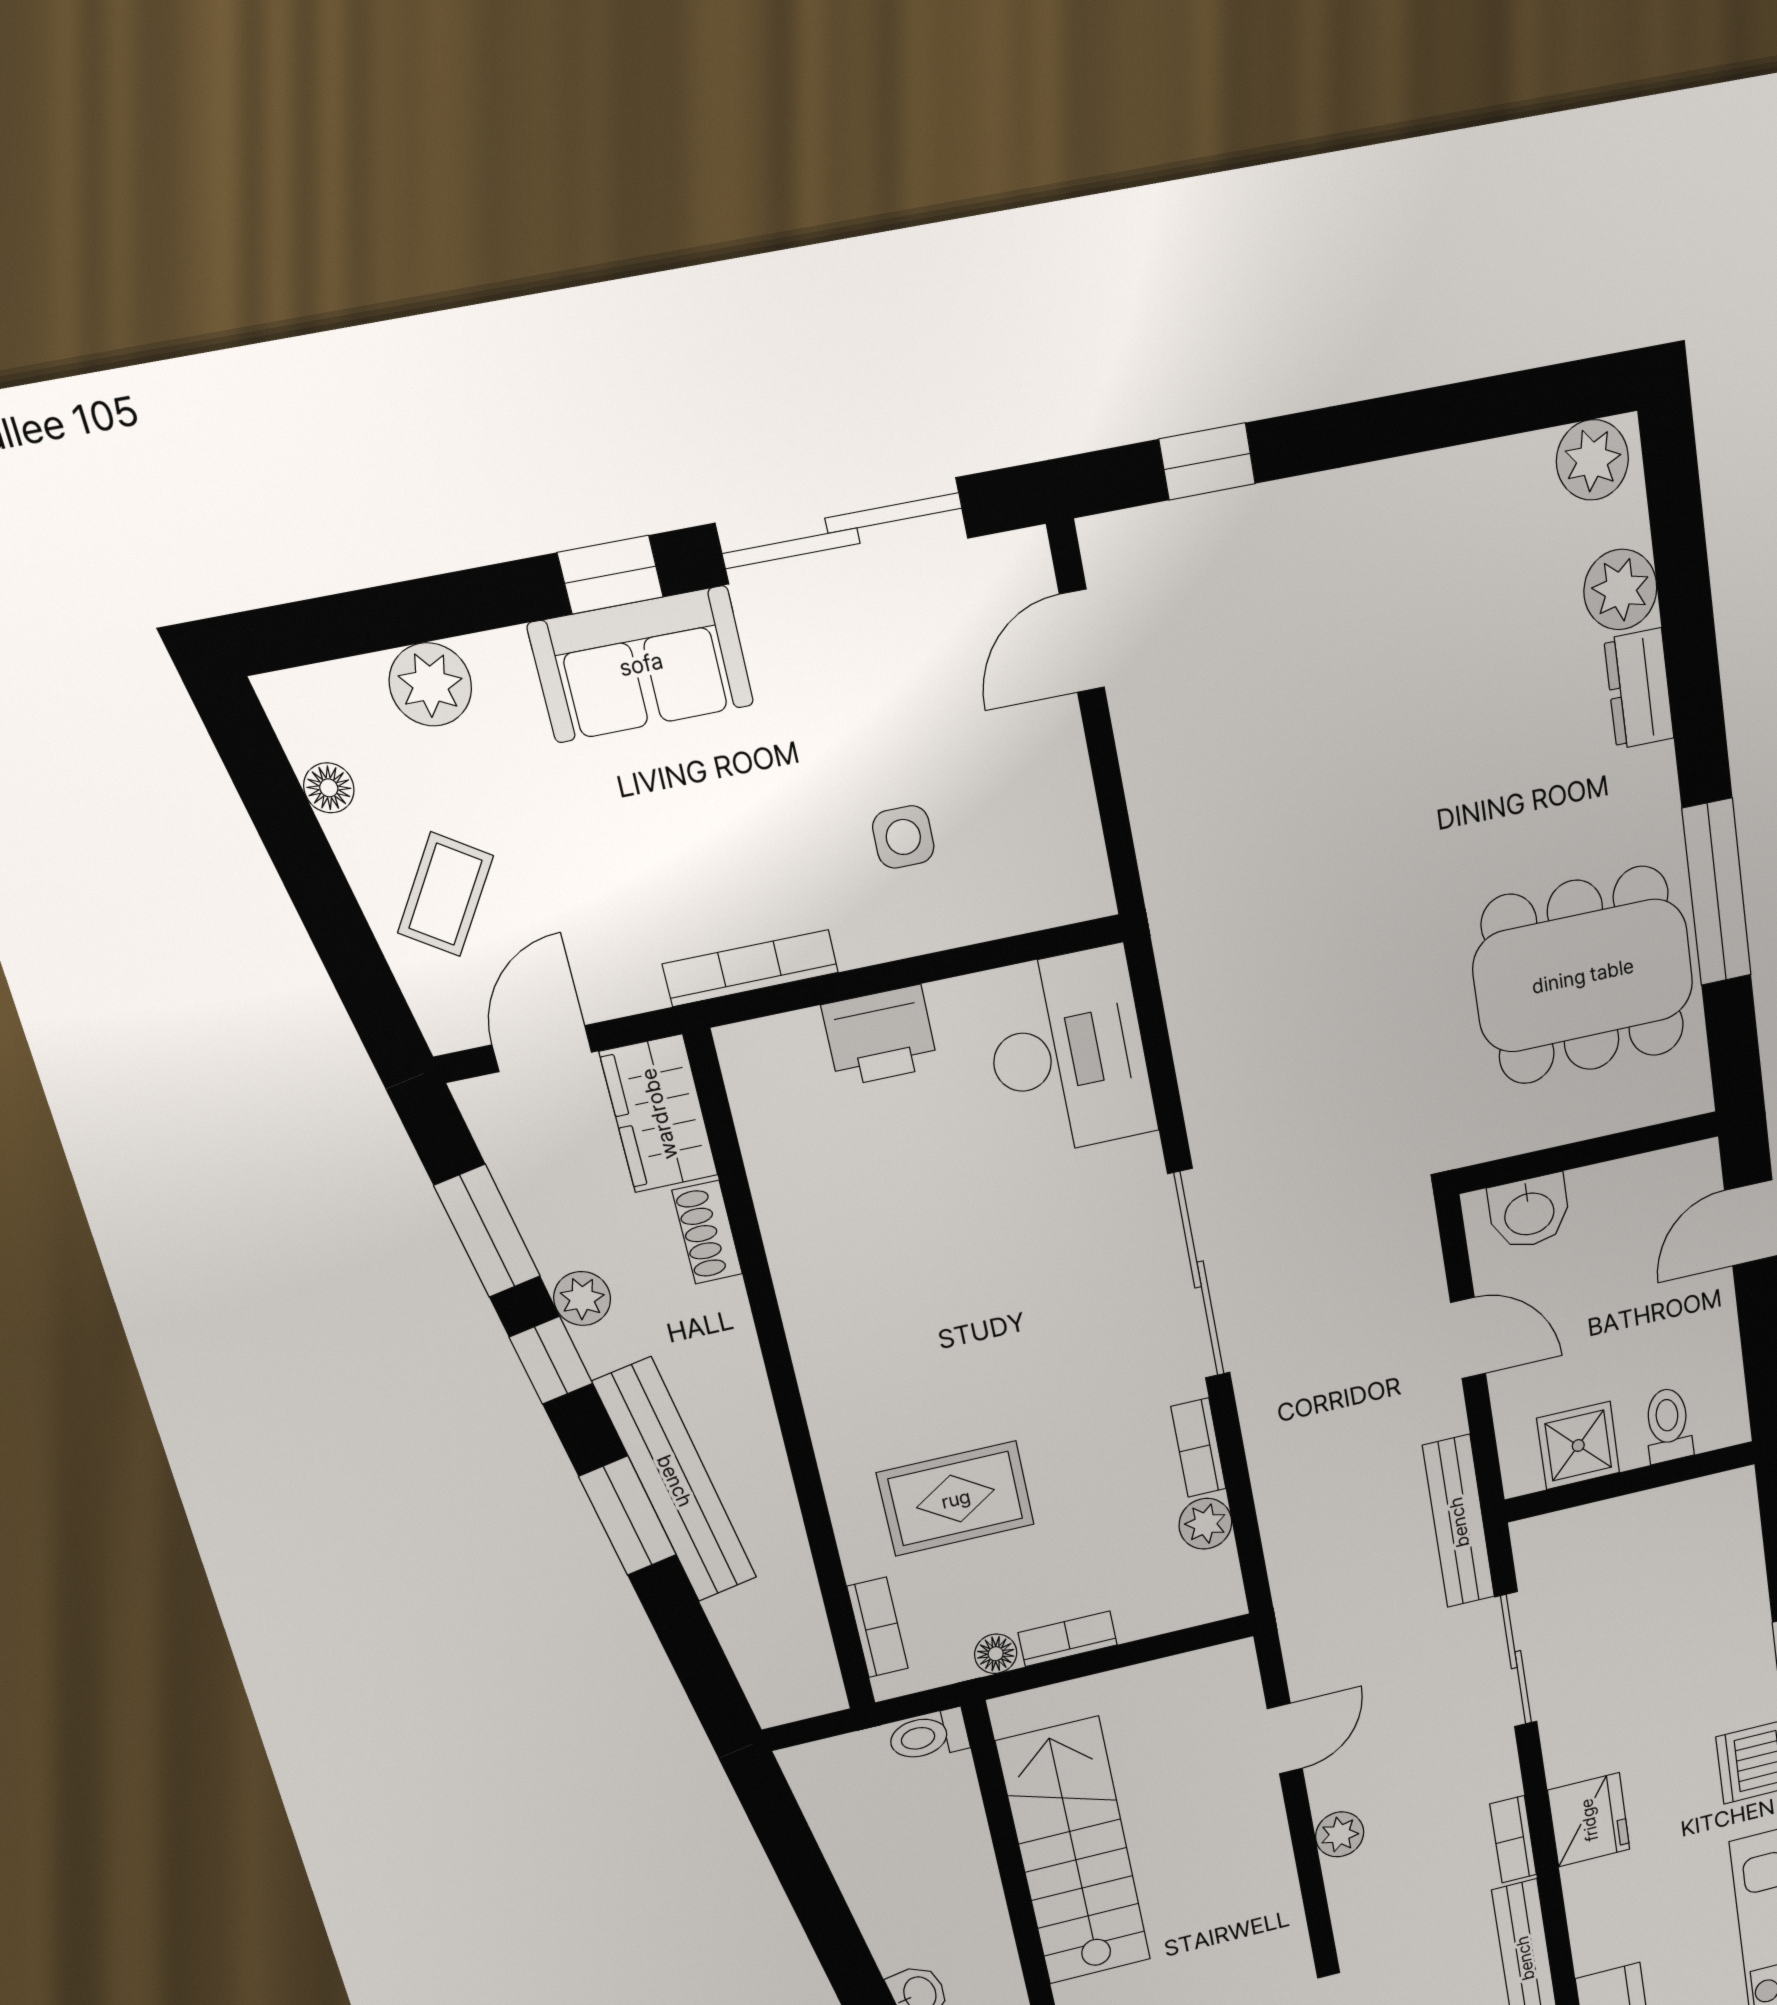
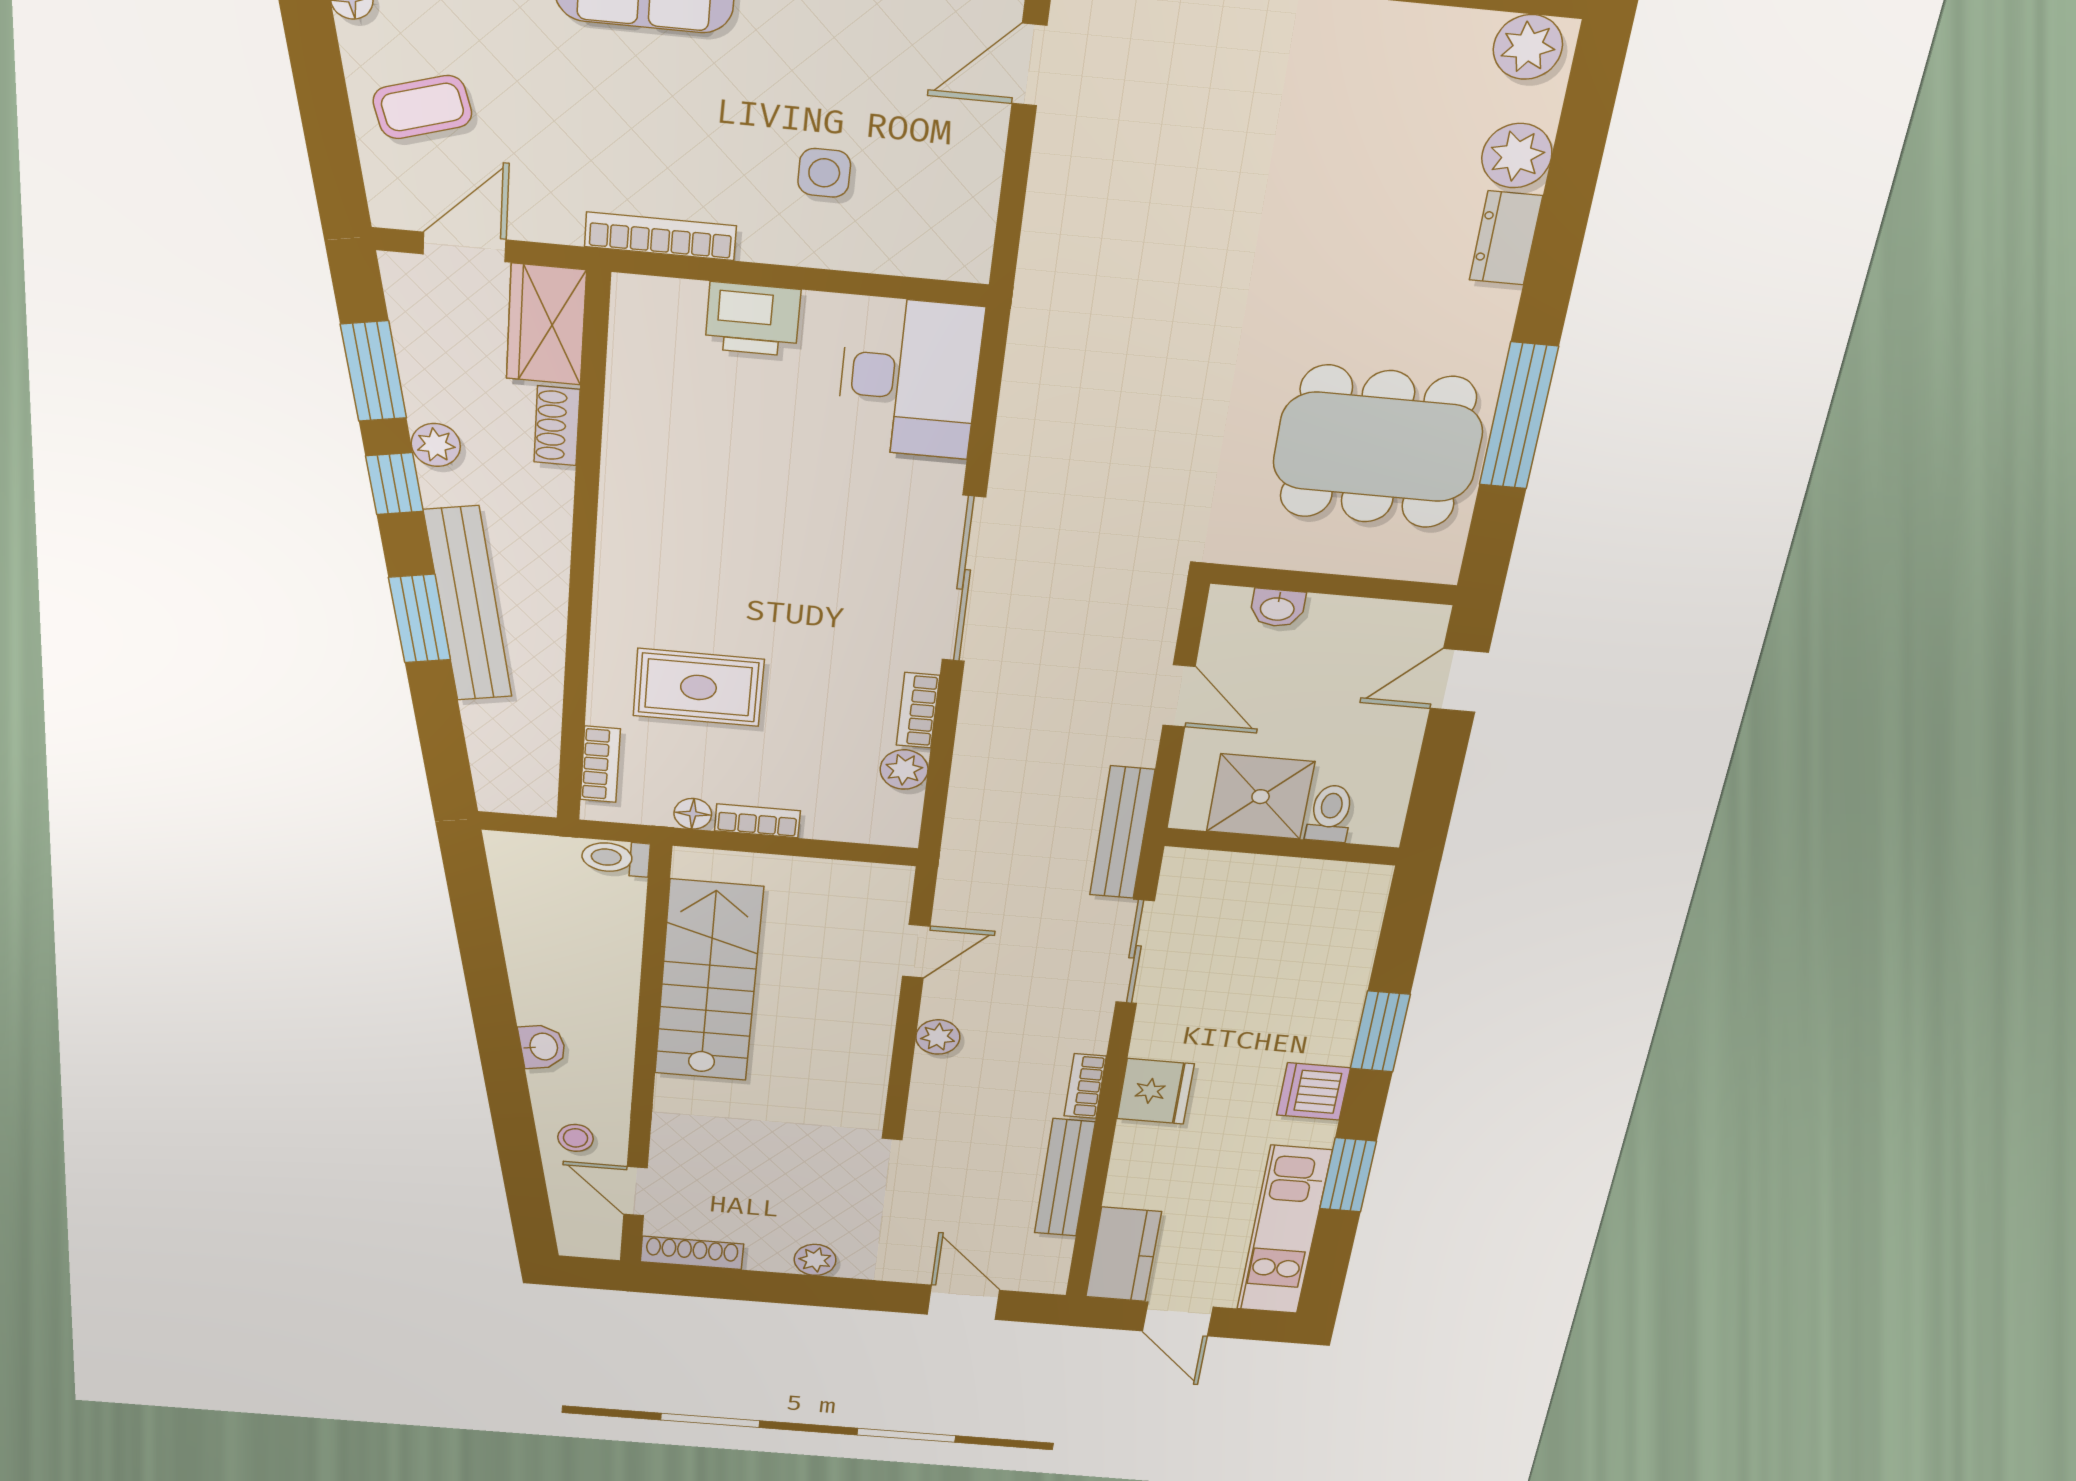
coffee table: (445, 894) -> (422, 107), turned 40
washbasin: (1529, 1212) -> (1277, 608), width x0.72, depth x0.69
shower: (1578, 1446) -> (1261, 797), width x1.36, depth x1.36

